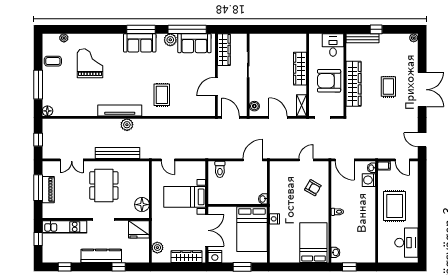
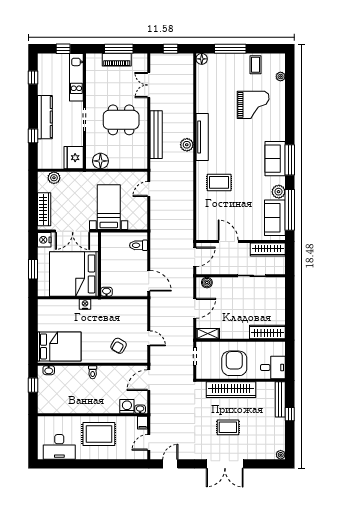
wardrobe: (300, 69) -> (267, 332), moved
bed: (252, 229) -> (74, 274), width x1.36

